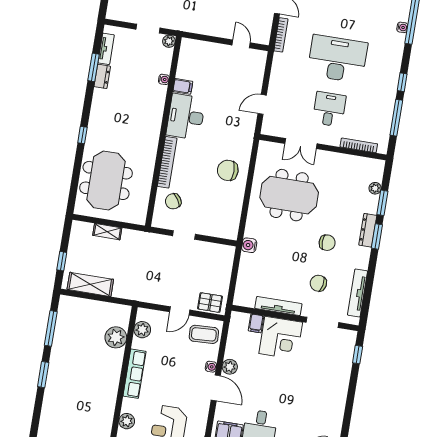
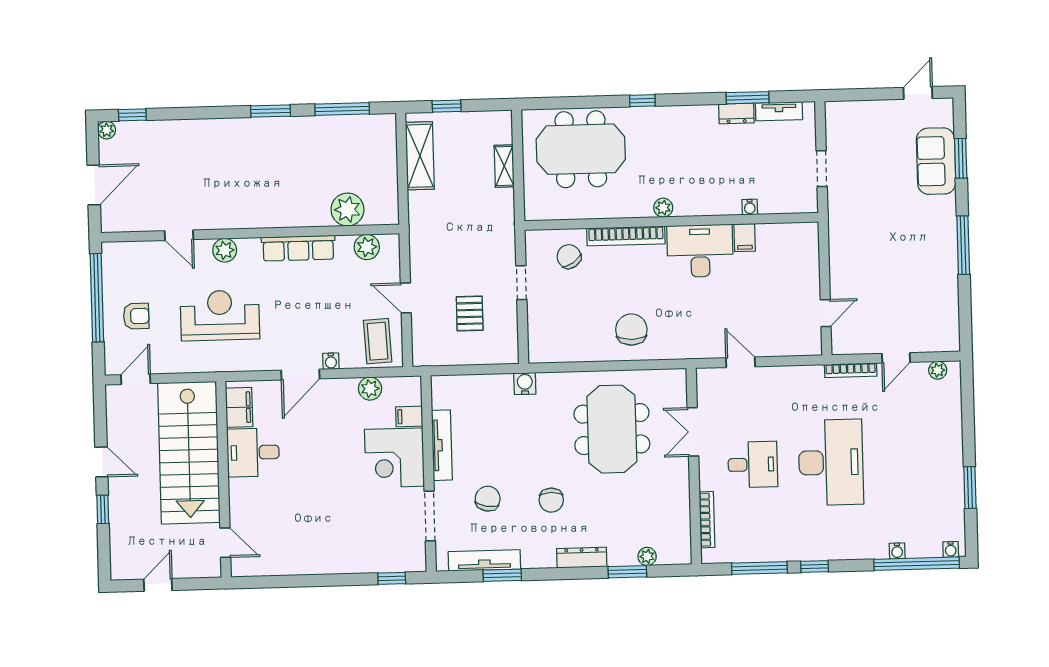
plant: (169, 41) -> (663, 208), moved
window: (377, 236) -> (502, 575), moved
pallet: (210, 303) -> (470, 313), moved
plant: (230, 367) -> (370, 389), moved

